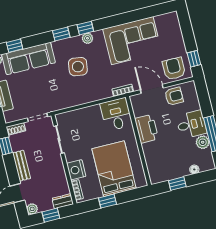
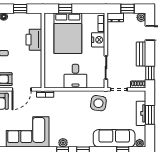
side table: (78, 67) -> (98, 103), moved
door: (152, 89) -> (22, 89), hinge flipped
desk: (116, 114) -> (75, 76), moved
printer: (146, 129) -> (34, 40), moved
window: (107, 201) -> (65, 9), moved

